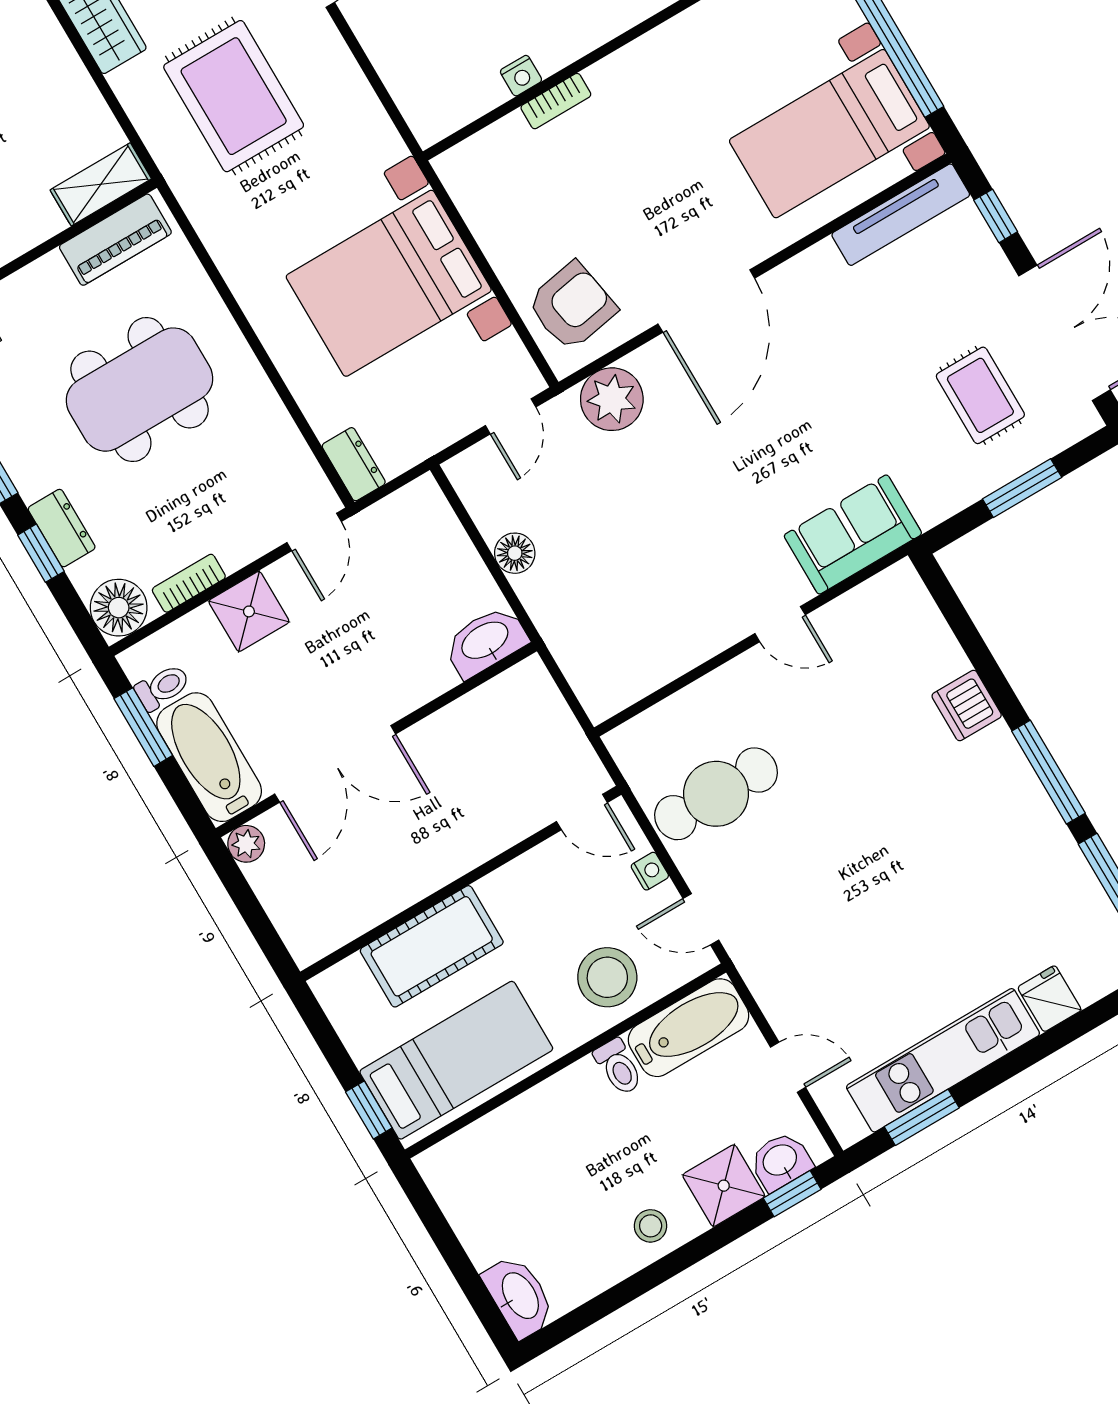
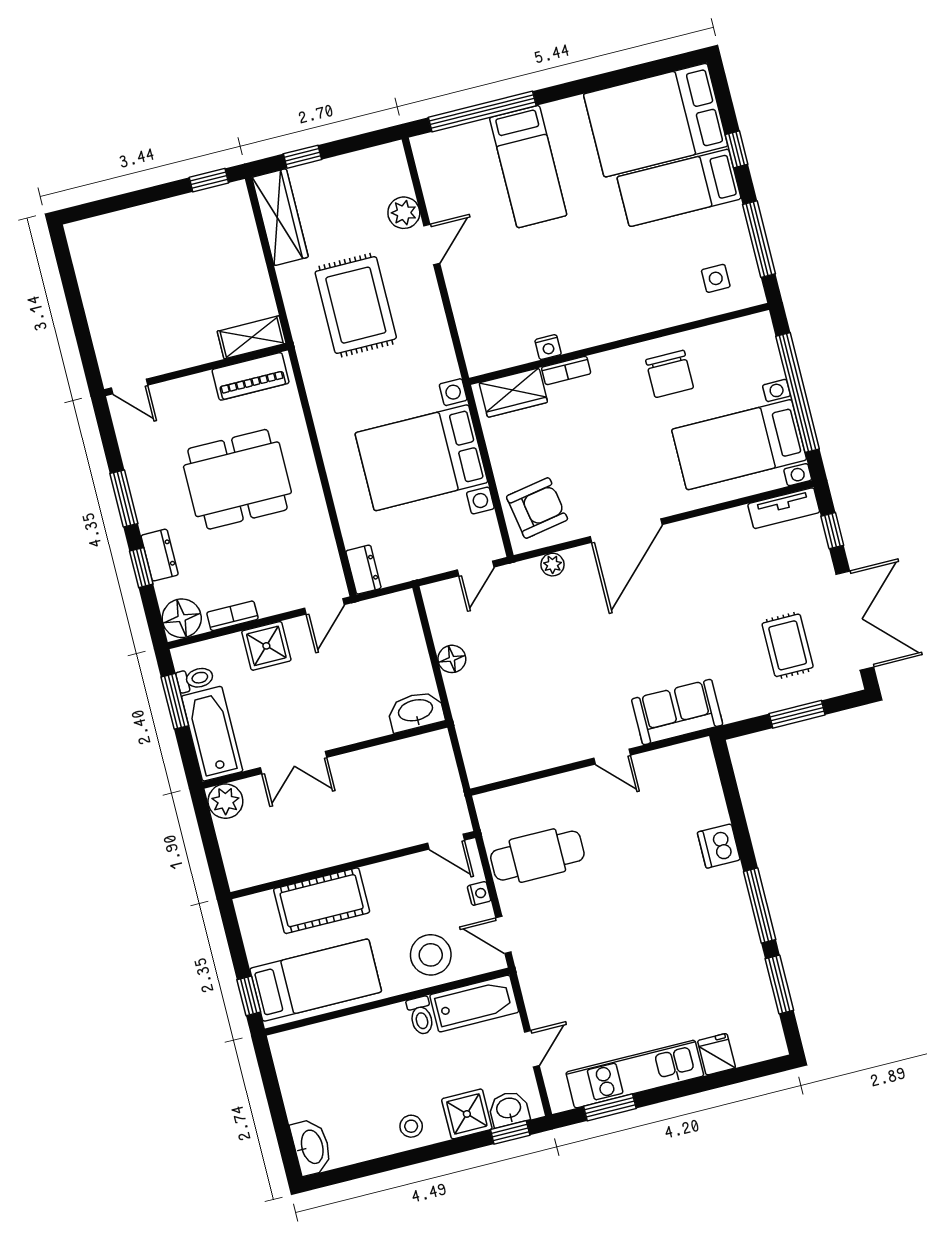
chair: (703, 63) -> (670, 374), added
wardrobe: (491, 154) -> (513, 393), added
tv unit: (901, 215) -> (784, 508), width x0.71
plant: (612, 399) -> (553, 565), width x0.53, depth x0.53
double door: (335, 764) -> (293, 763), width x0.73
plant: (246, 844) -> (225, 801), width x1.38, depth x1.38
door: (788, 1067) -> (532, 1049), hinge flipped

